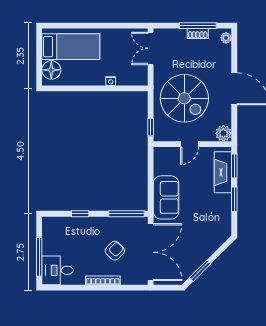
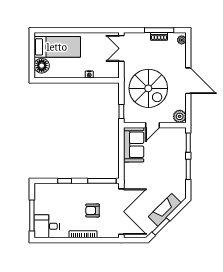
fireplace: (223, 172) -> (165, 210), moved, turned 45
sofa: (166, 197) -> (134, 145), moved
armchair: (115, 251) -> (93, 210), turned -134

